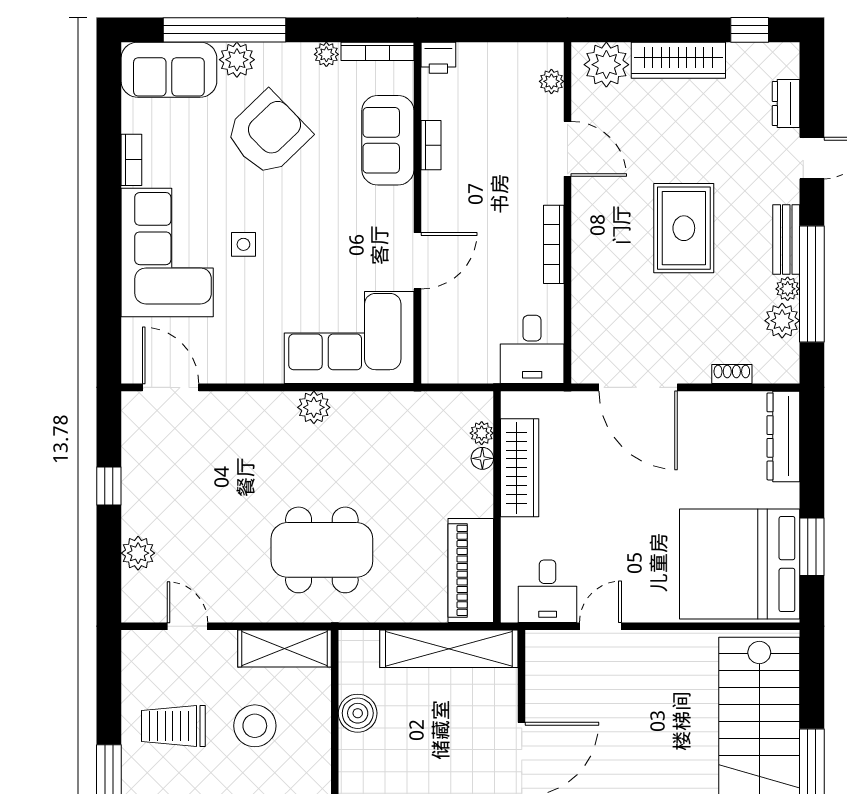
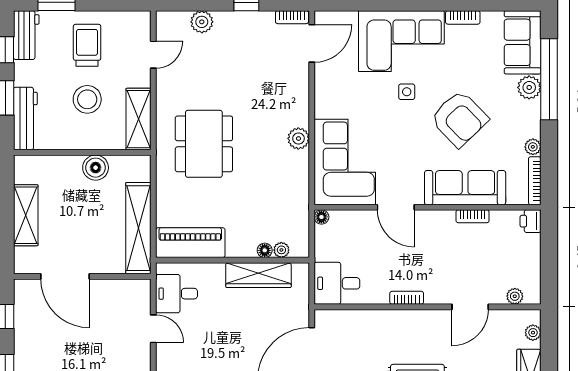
plant: (606, 65) -> (533, 333), width x0.53, depth x0.53
armchair: (268, 134) -> (459, 119), moved
sofa: (388, 140) -> (465, 188), width x1.36
bookcase: (554, 244) -> (407, 298), width x0.64
floor lamp: (432, 373) -> (321, 217), added
bookcase: (131, 417) -> (292, 17), added

